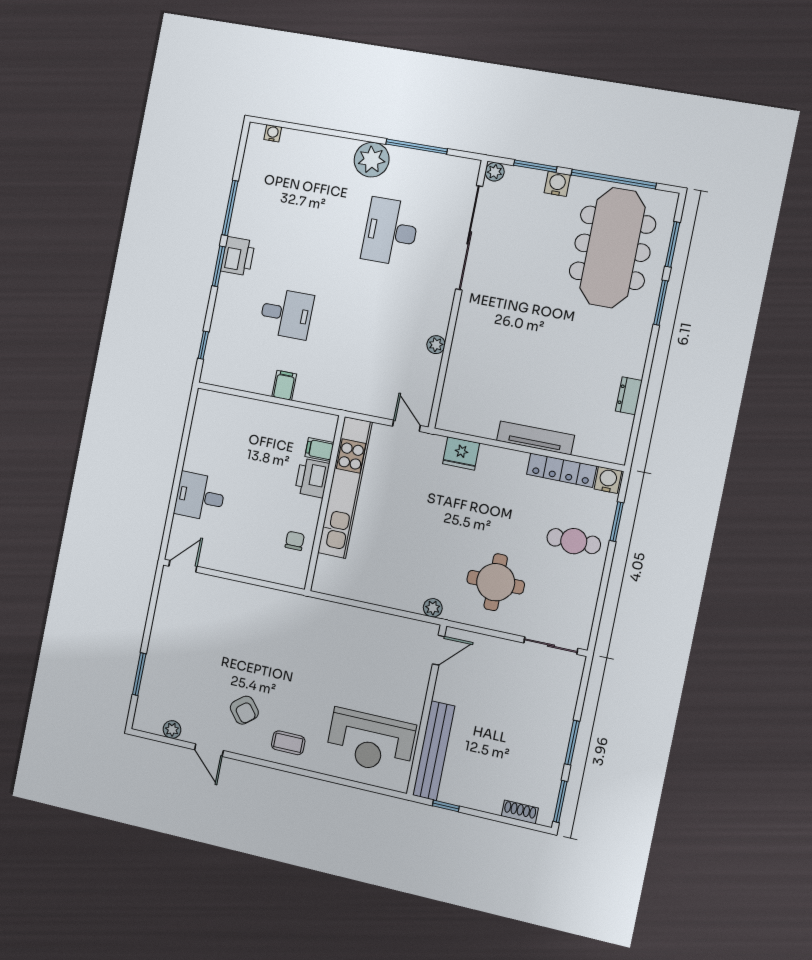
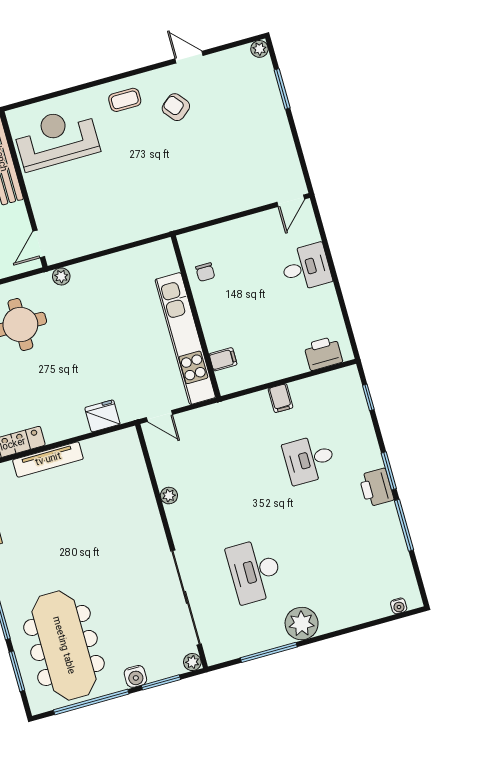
desk: (391, 232) -> (255, 571), turned 180
printer: (312, 478) -> (323, 353), moved, turned -90
plant: (172, 730) -> (259, 49), moved

